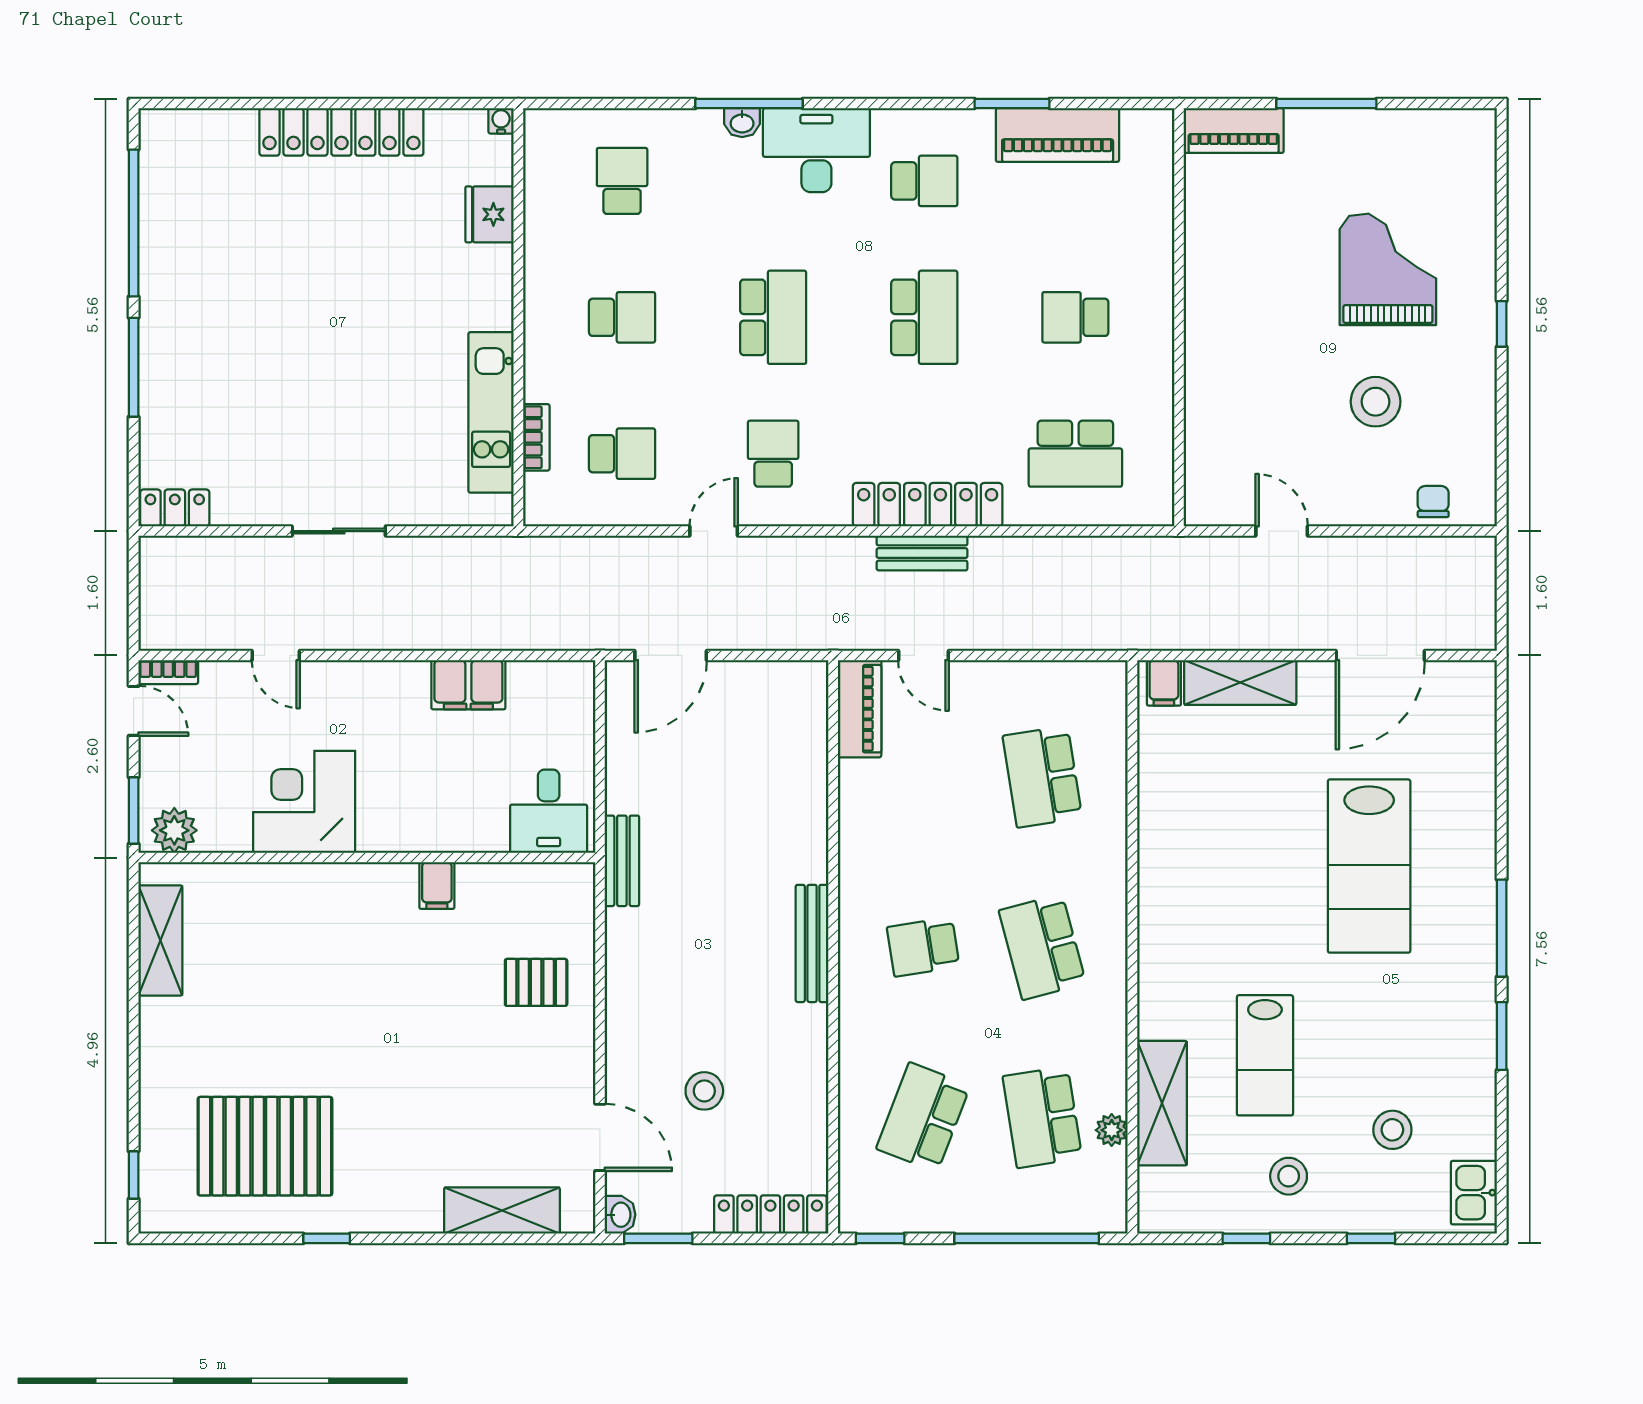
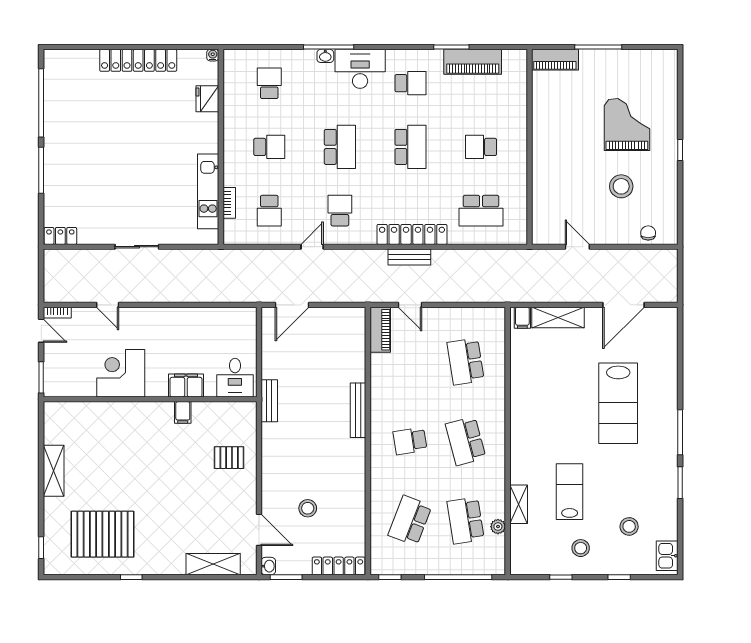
school desk: (622, 454) -> (269, 211), turned 90
filing cabinet: (468, 685) -> (186, 386), moved, turned 180
plant: (174, 830) -> (60, 387), removed
shelving: (160, 940) -> (54, 471), moved
bench: (812, 943) -> (358, 410), moved
lab bench: (1265, 1055) -> (570, 492), turned 180
shelving: (1162, 1103) -> (519, 504), width x0.67, depth x0.75

